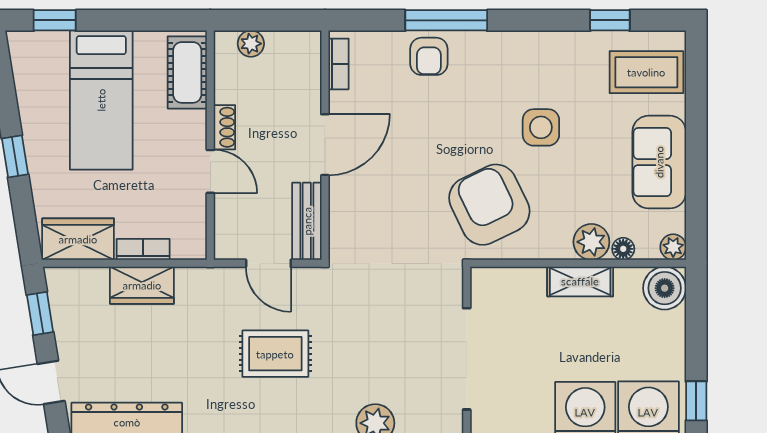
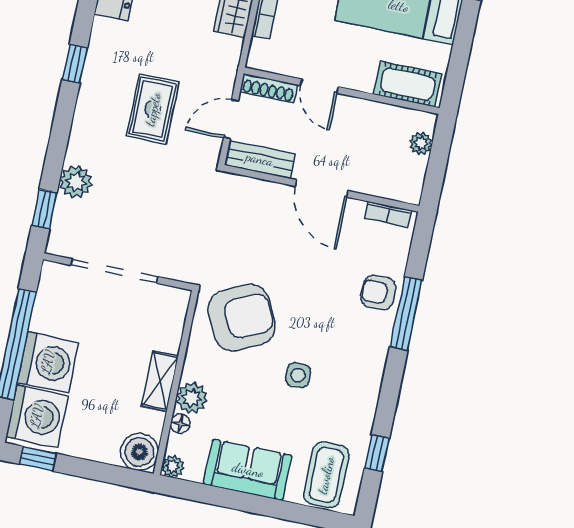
shoe rack: (224, 127) -> (269, 88), moved, width x1.43
side table: (541, 127) -> (298, 375), width x0.73, depth x0.73
door: (210, 171) -> (319, 86), hinge flipped

